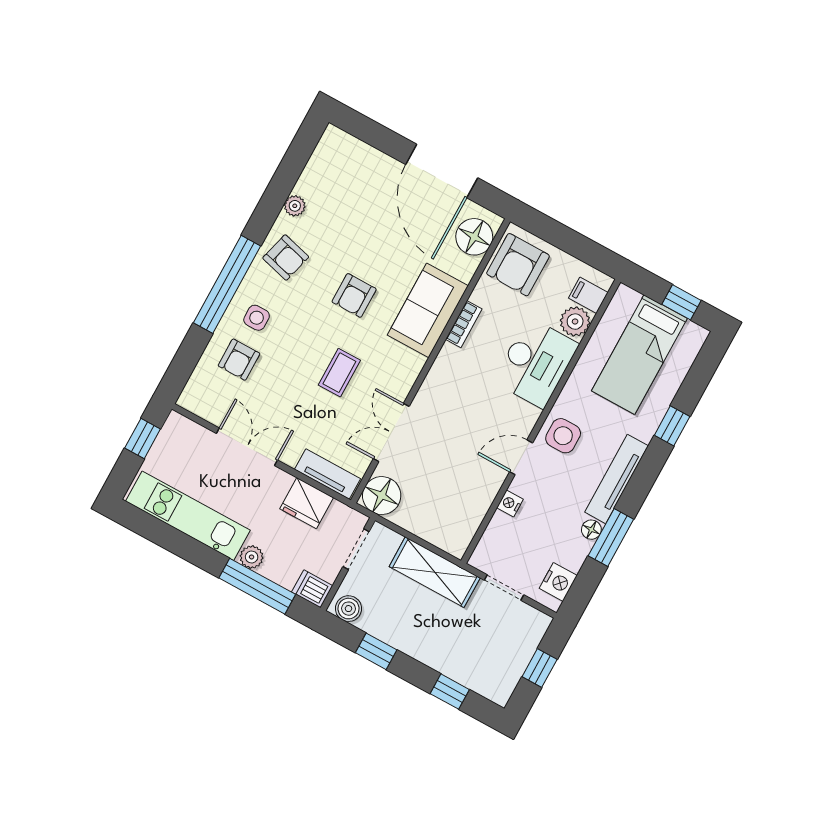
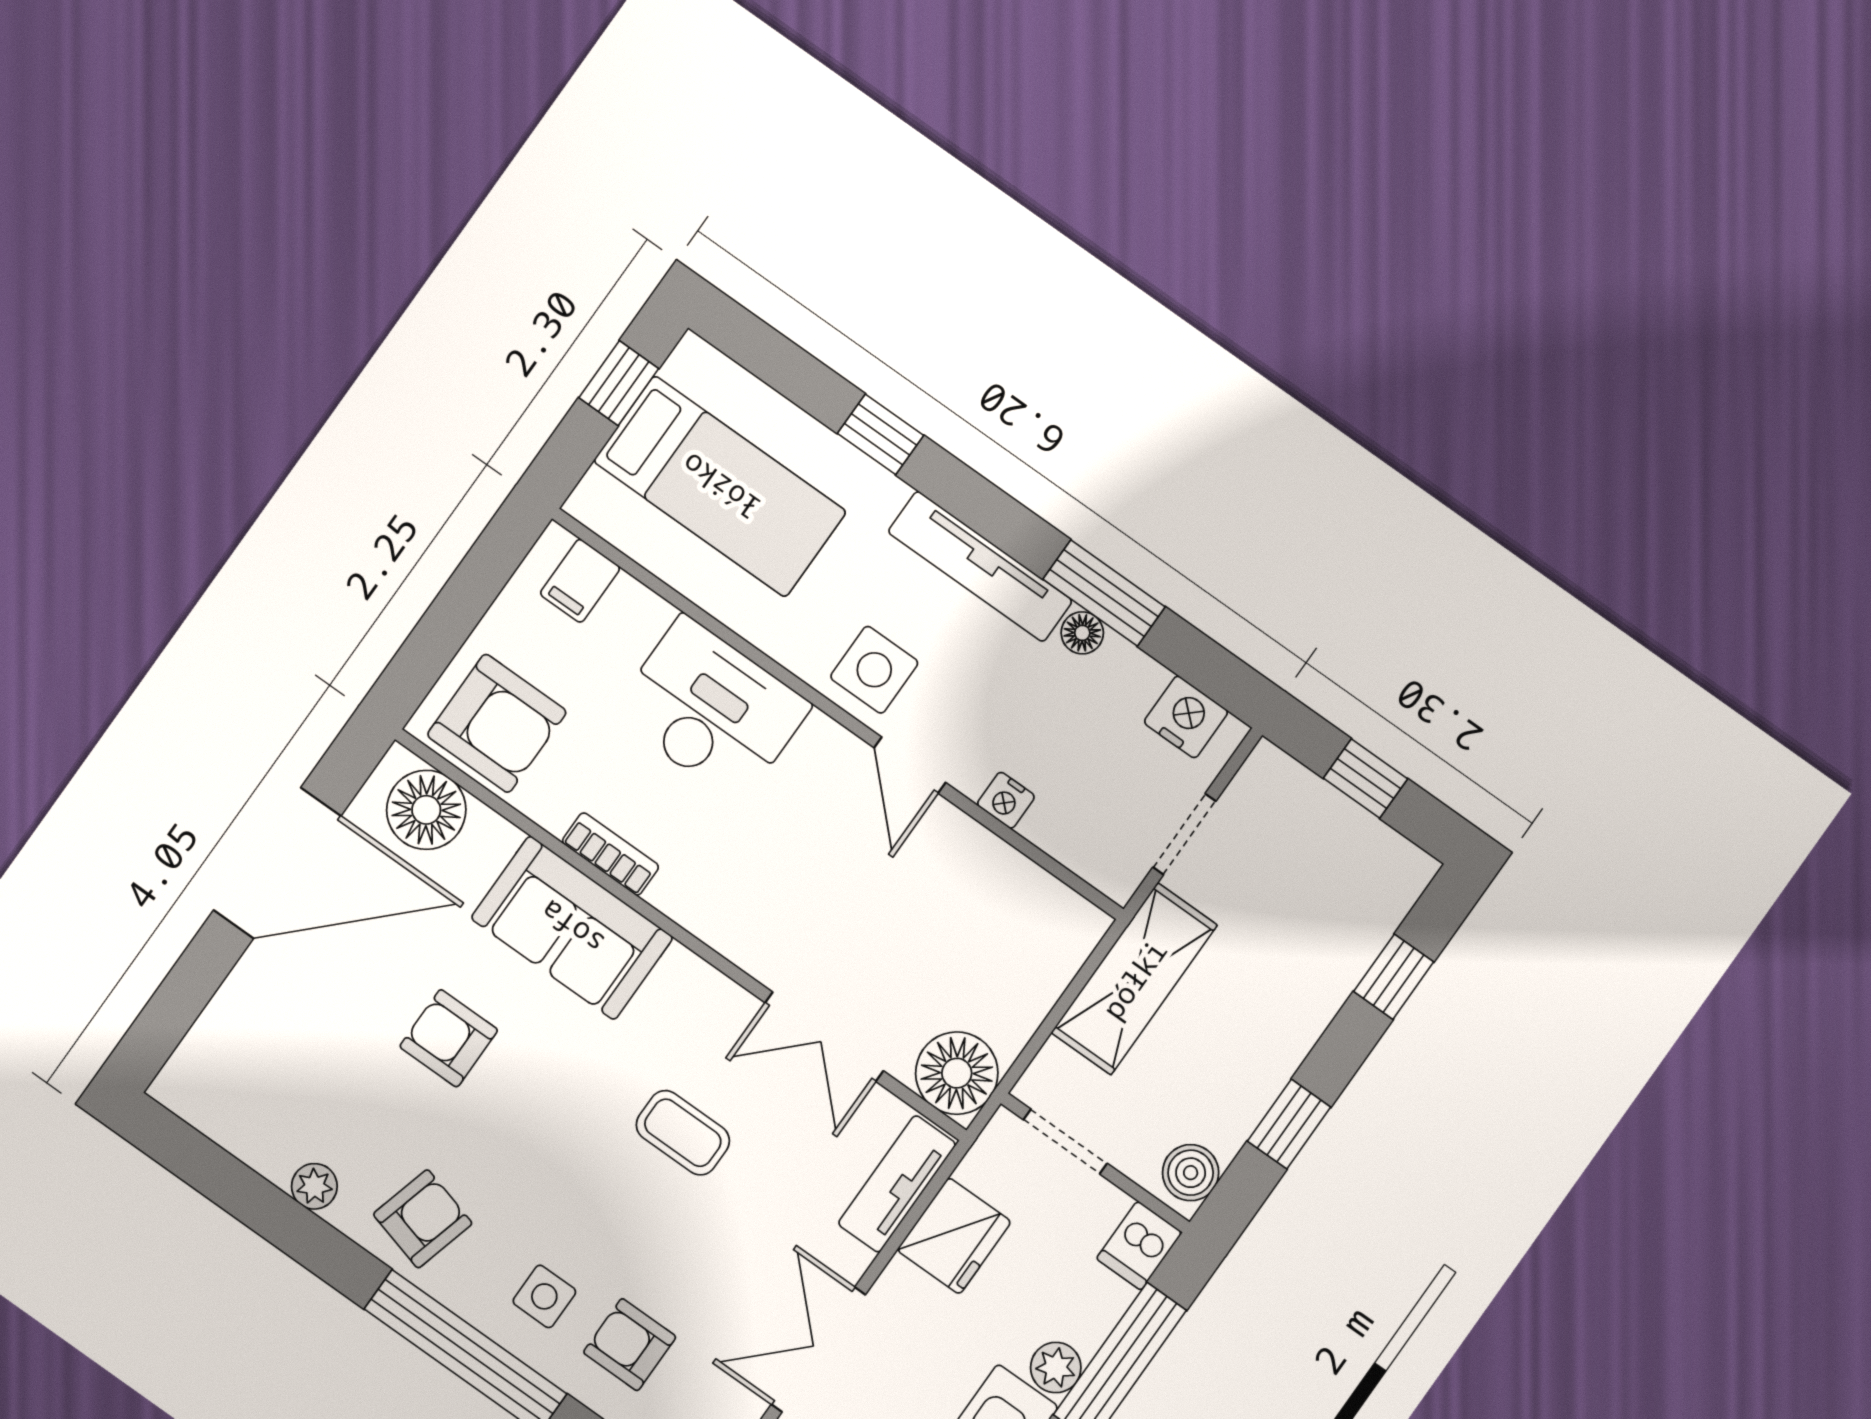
armchair: (354, 295) -> (449, 1038), moved, turned 180
plant: (575, 322) -> (633, 615), removed
armchair: (239, 360) -> (630, 1345), turned 180

